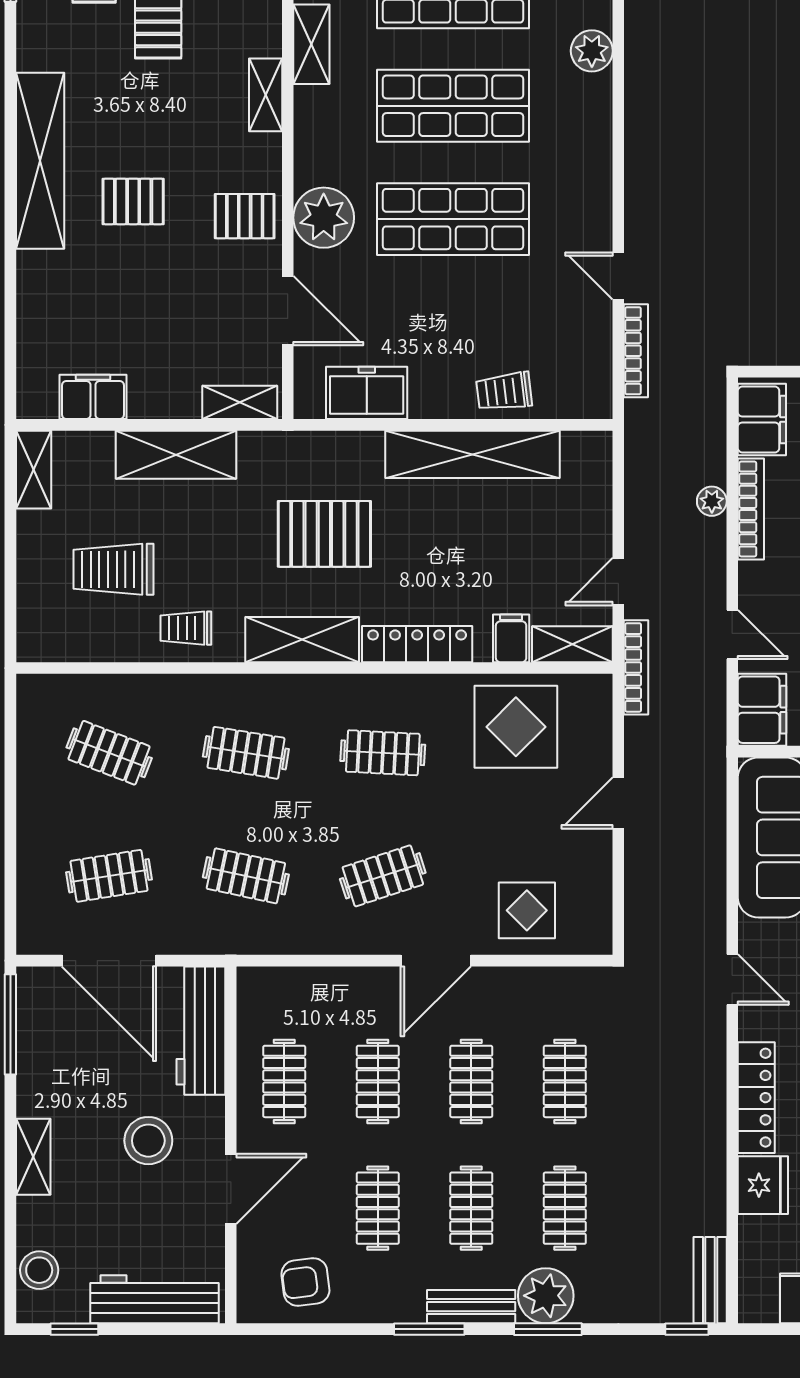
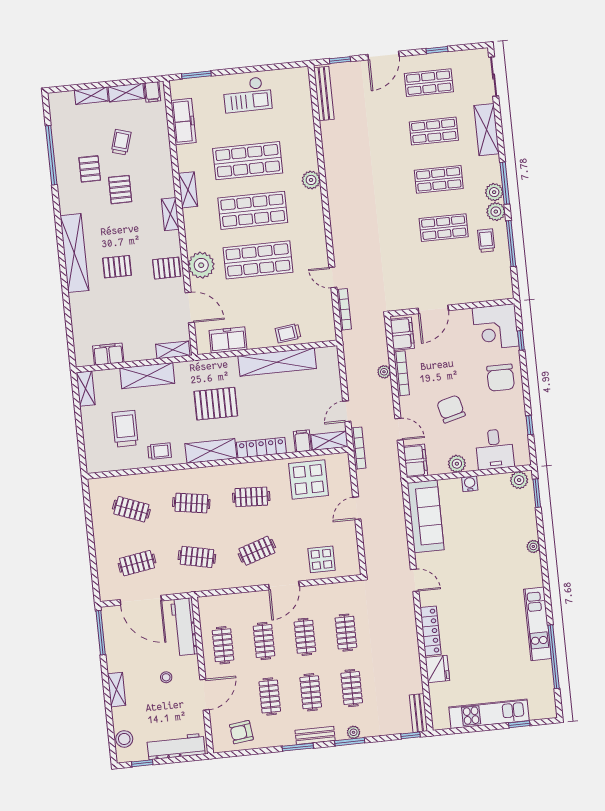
trolley: (114, 569) -> (125, 429), turned 90
trolley: (186, 628) -> (159, 451), turned 180
stool: (148, 1141) -> (166, 677), width x0.53, depth x0.53
plant: (546, 1296) -> (354, 732), width x0.53, depth x0.53

